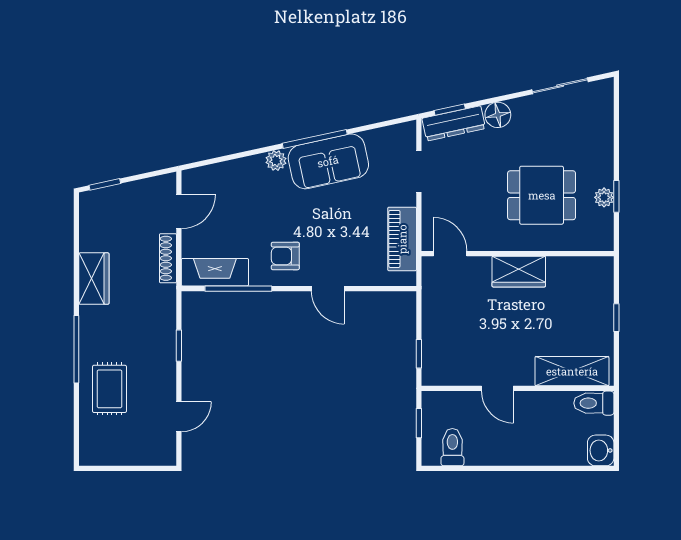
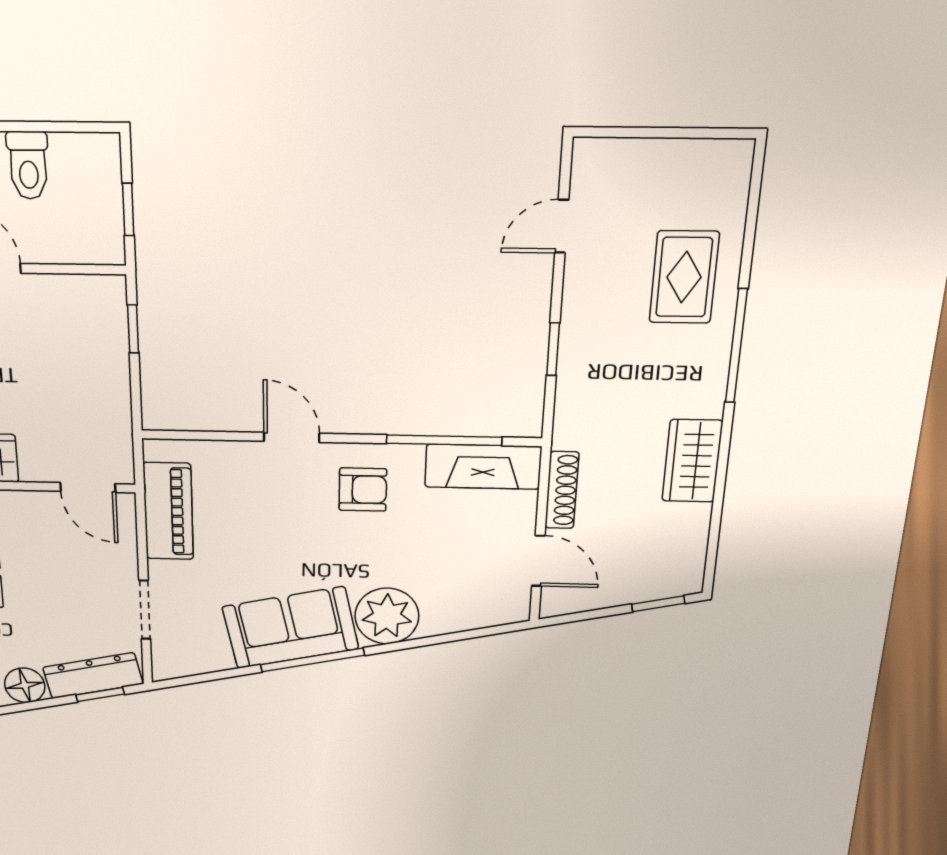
plant: (276, 160) -> (387, 616), width x1.87, depth x1.87
door: (179, 211) -> (538, 561), swing flipped
toilet: (452, 447) -> (28, 165), moved

